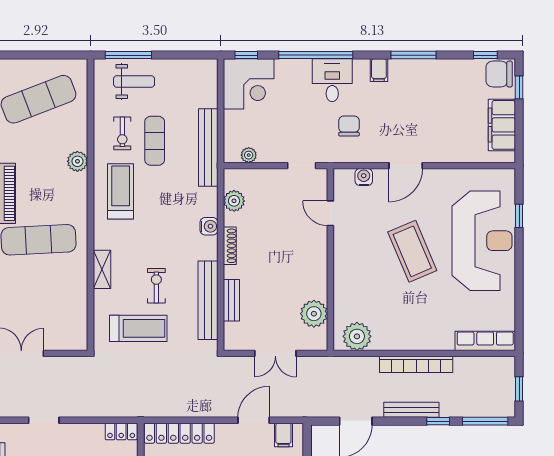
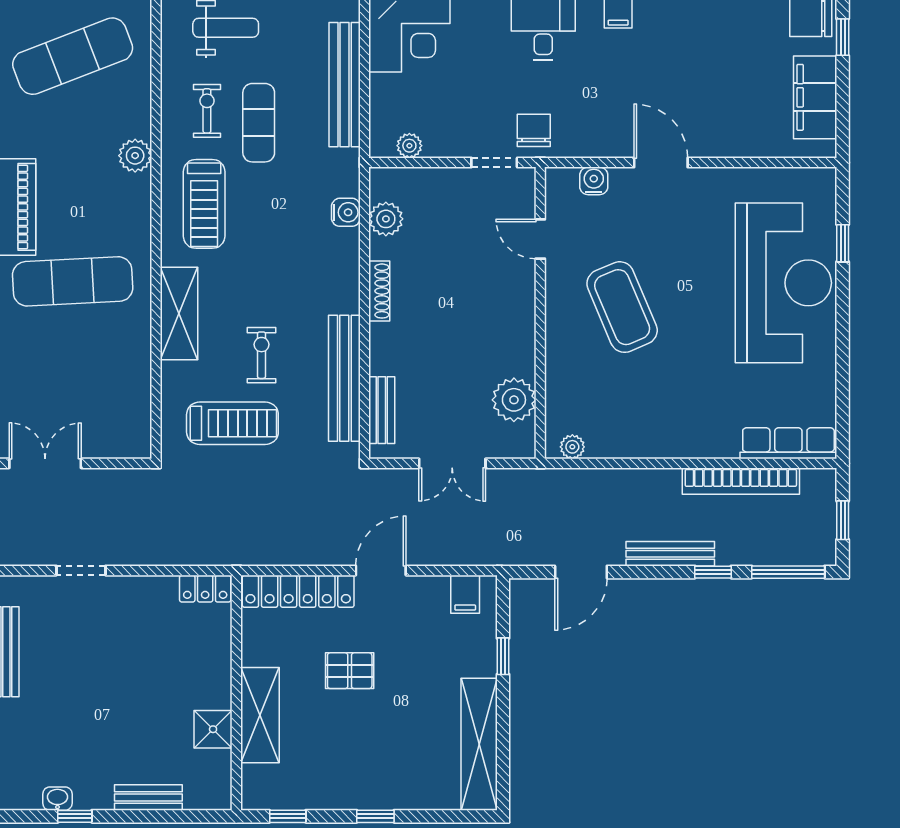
chair: (349, 126) -> (534, 130), moved
exercise bike: (122, 133) -> (207, 111), turned 180
bench: (208, 147) -> (345, 85), moved
door: (406, 166) -> (661, 163), swing flipped
treadmill: (121, 191) -> (204, 204), turned 180
water cooler: (209, 226) -> (346, 212), moved
coffee table: (412, 251) -> (622, 307), moved
shelving: (102, 269) -> (179, 313), width x1.50, depth x1.33
bench: (231, 300) -> (382, 410), moved
plant: (357, 336) -> (572, 447), width x0.53, depth x0.53
bookcase: (416, 364) -> (741, 481), moved
door: (254, 420) -> (381, 571), moved

